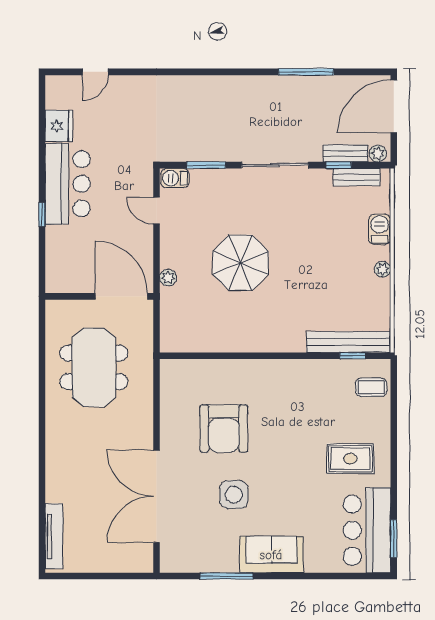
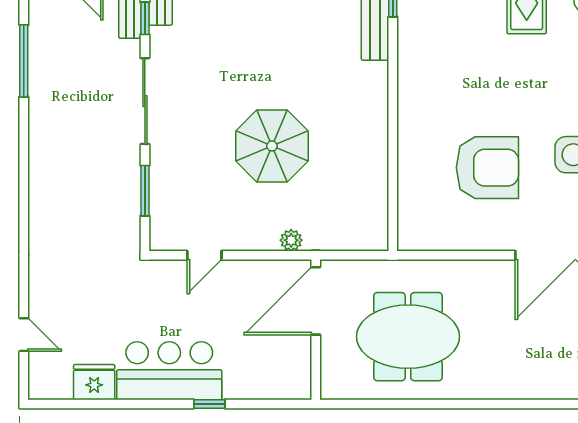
barbecue: (175, 178) -> (162, 231), removed

